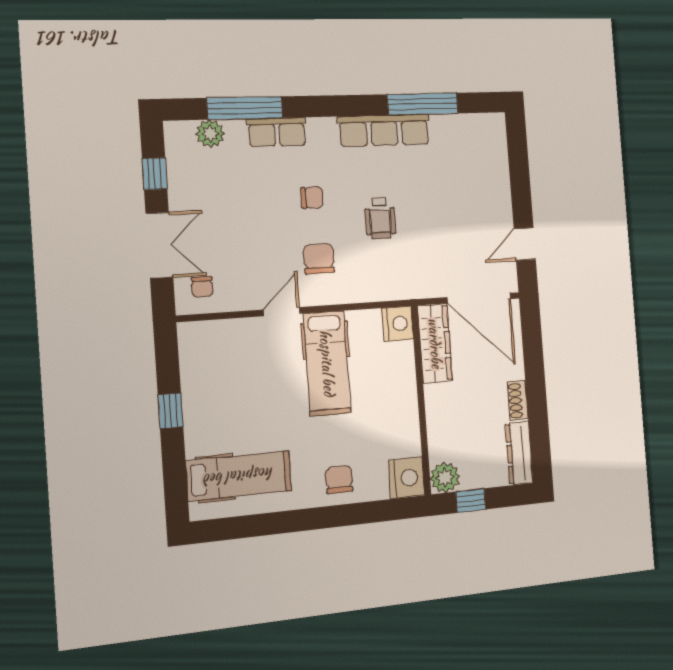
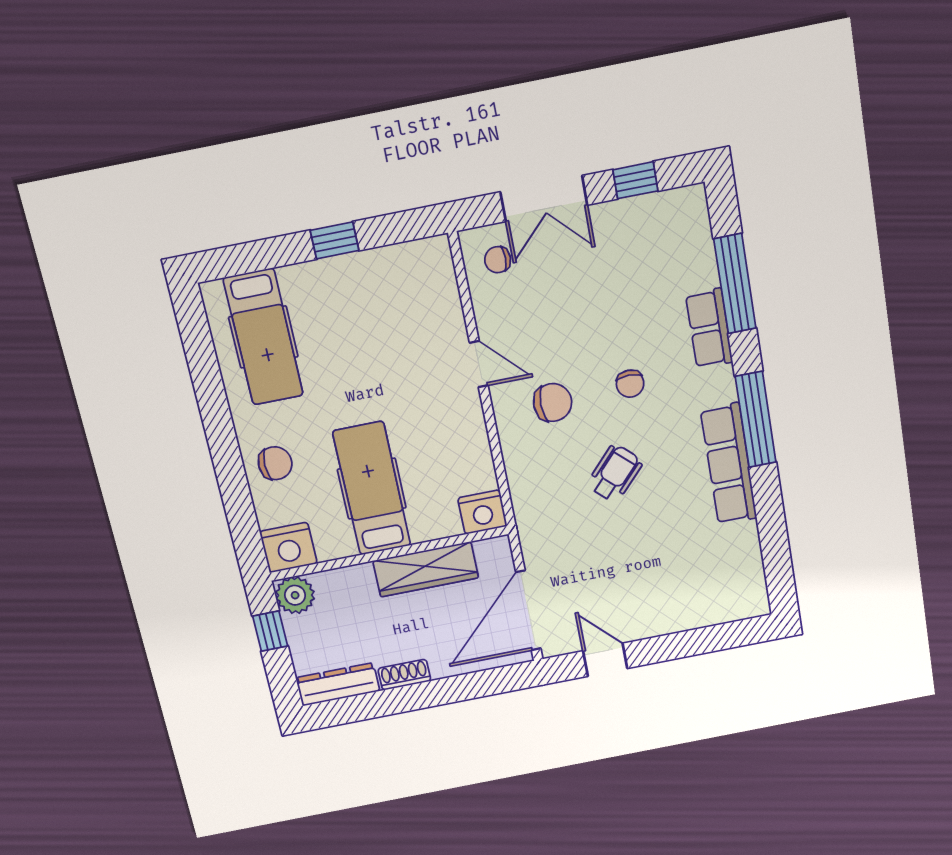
window: (423, 104) -> (756, 419), moved
plant: (210, 134) -> (696, 244), removed
wheelchair: (380, 218) -> (615, 473), turned 133
wardrobe: (435, 343) -> (426, 569), moved
hospital bed: (327, 363) -> (372, 489), moved, turned 90

